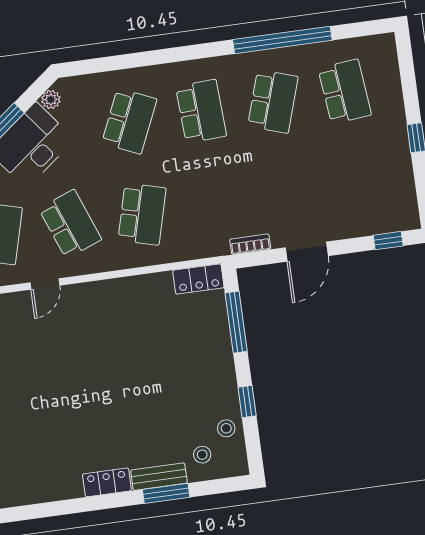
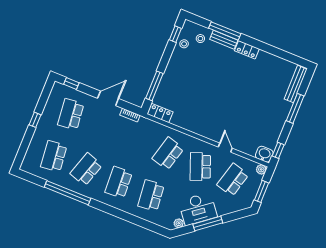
school desk: (129, 121) -> (151, 195), turned -30
school desk: (358, 185) -> (71, 114), added
door: (45, 284) -> (225, 148), hinge flipped
window: (247, 402) -> (175, 34), moved
window: (166, 493) -> (225, 31), width x1.44

